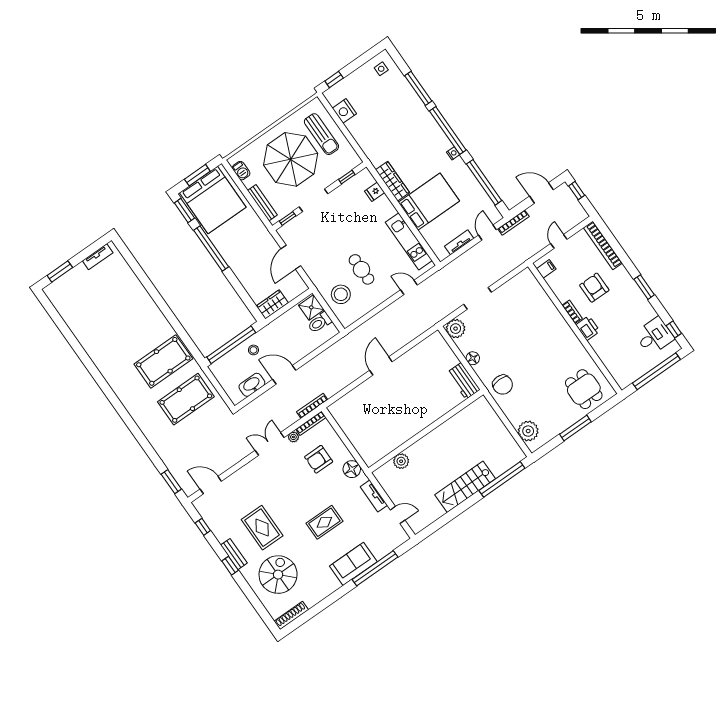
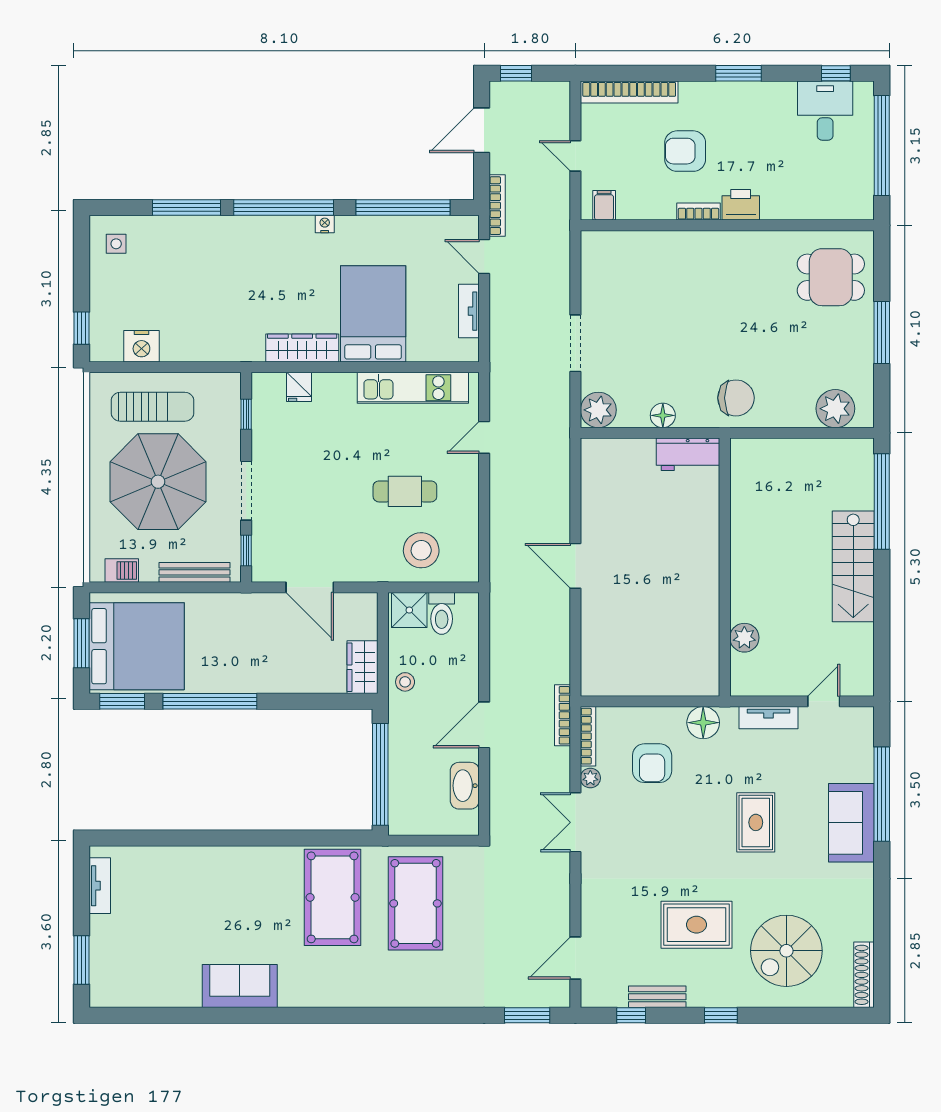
sofa: (97, 348) -> (240, 986), added
stool: (253, 350) -> (405, 682), moved
bench: (234, 554) -> (657, 997), moved
spiral stairs: (278, 575) -> (786, 951), turned -90

